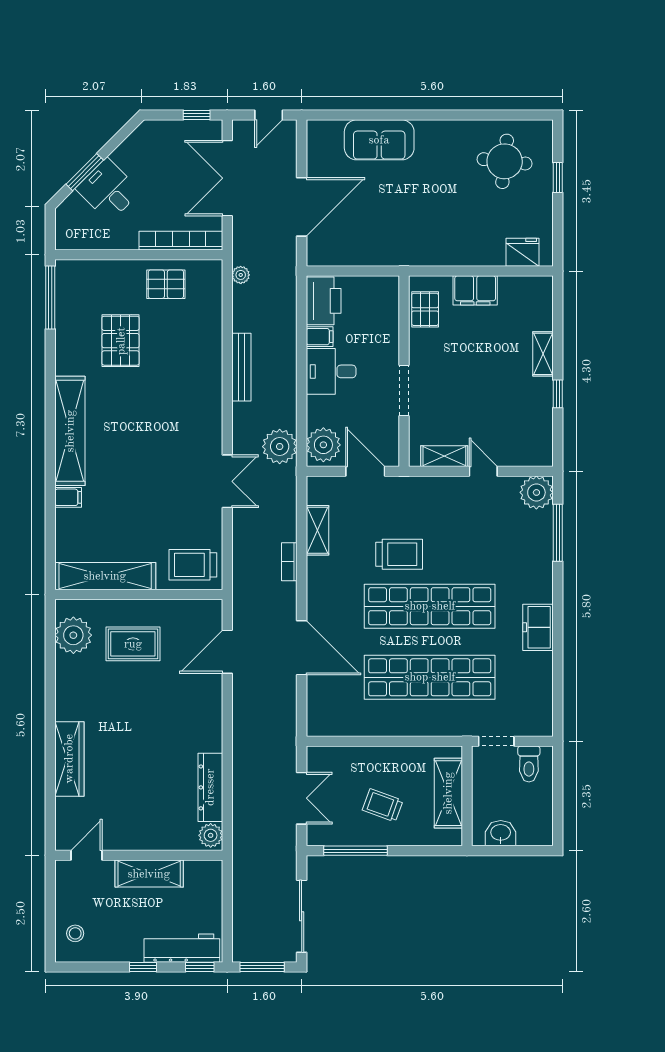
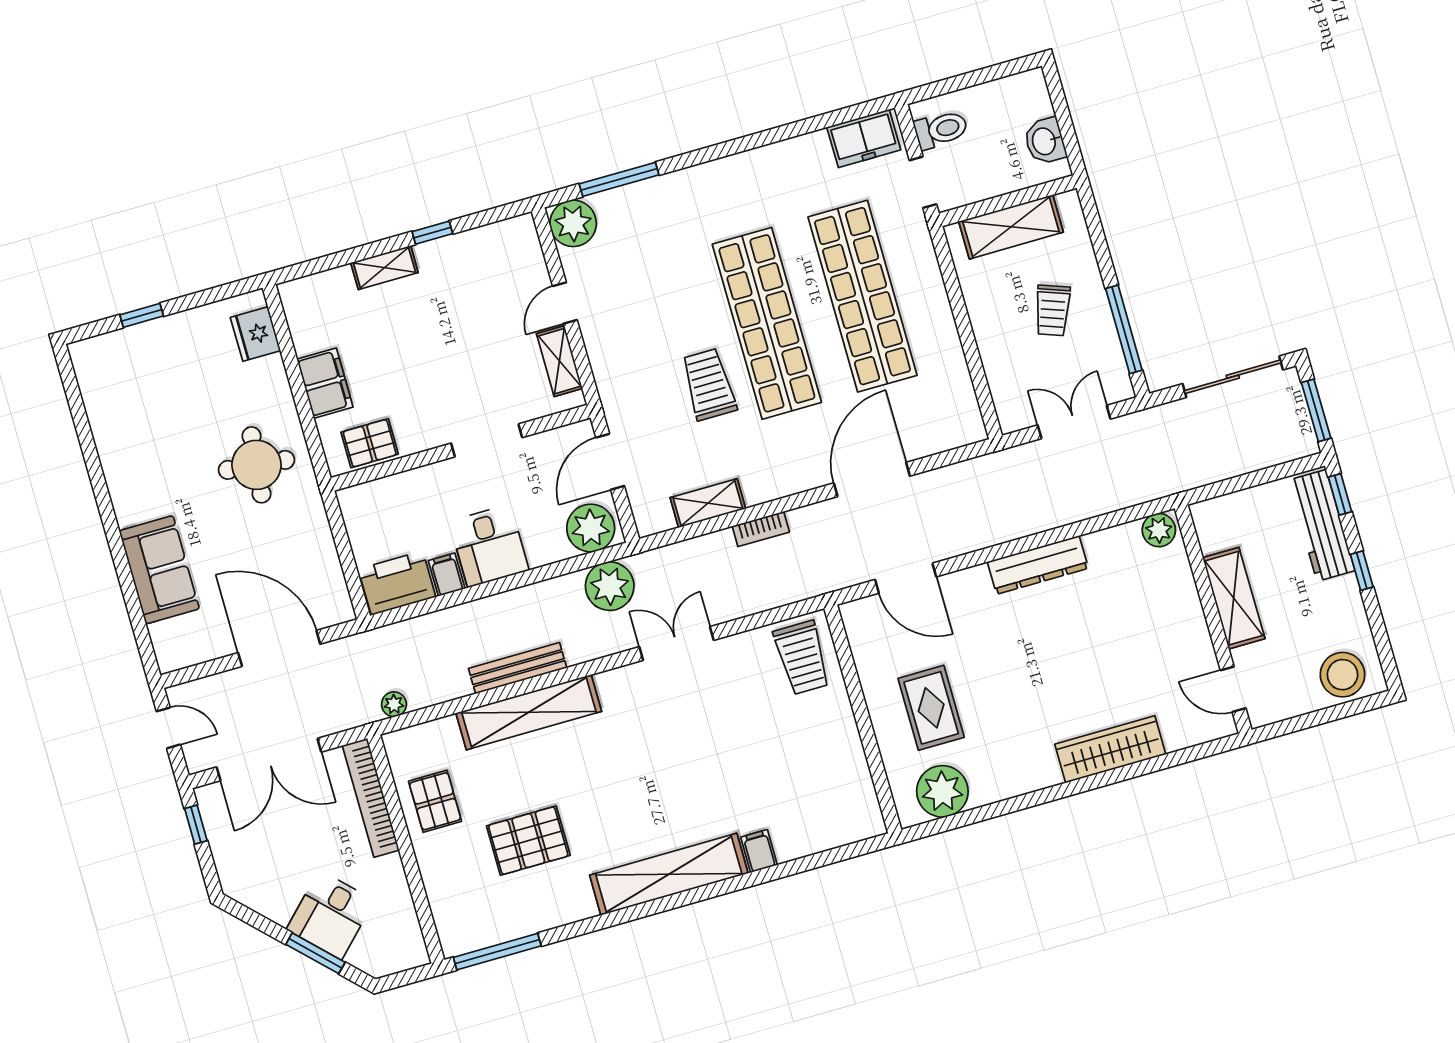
round table: (505, 161) -> (256, 465), moved
shelving: (105, 576) -> (529, 712), moved, turned 90
freezer: (538, 627) -> (864, 138), moved
dresser: (210, 787) -> (1038, 565), moved
stool: (75, 933) -> (1342, 675), width x1.89, depth x1.89

